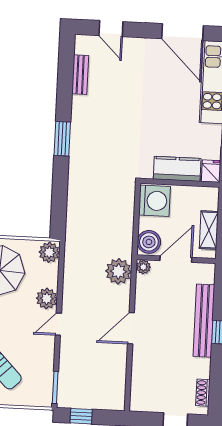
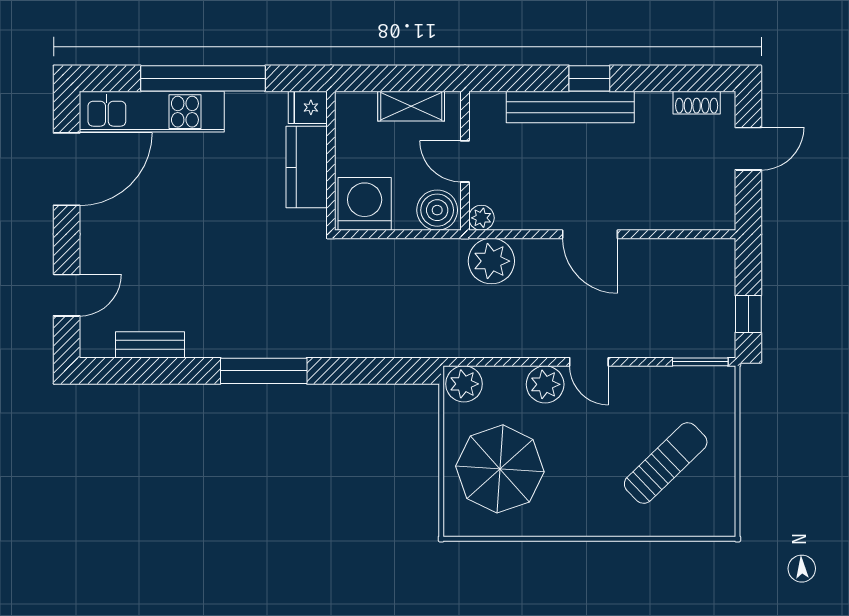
window: (62, 139) -> (264, 371), width x1.44
door: (176, 259) -> (465, 161), width x0.73

